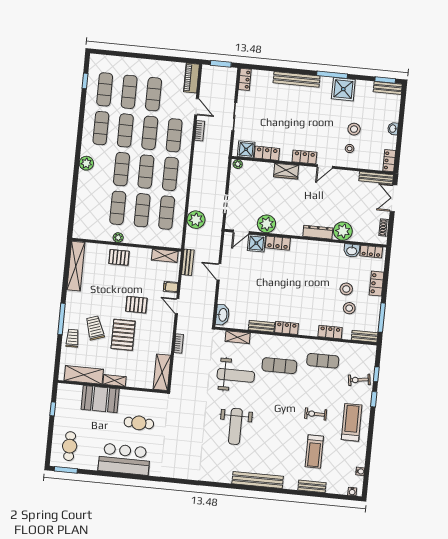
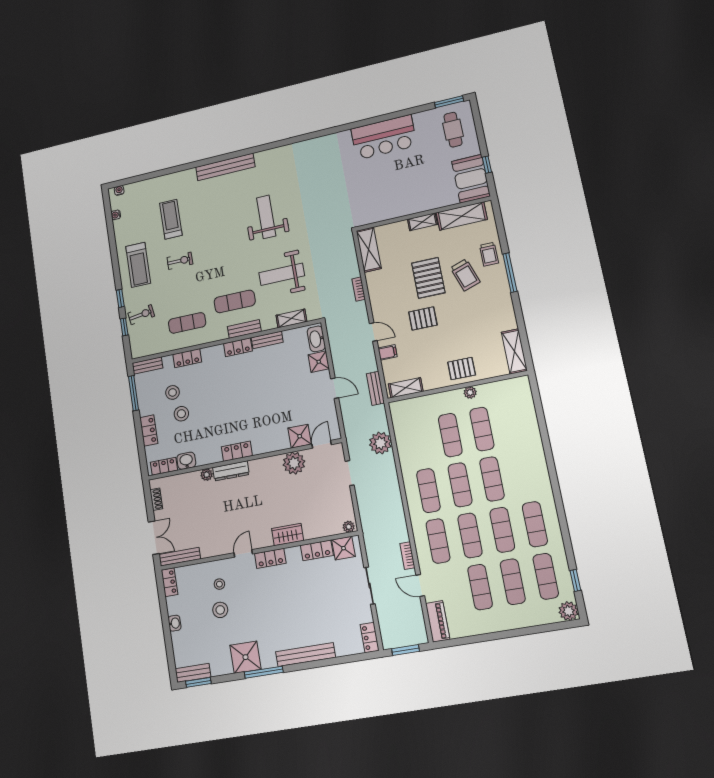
plant: (86, 163) -> (569, 611), moved
exercise mat: (167, 213) -> (419, 441), removed
plant: (343, 231) -> (207, 475), width x0.53, depth x0.53
locker: (278, 243) -> (237, 451), moved
shelving: (76, 266) -> (514, 351), width x0.68
shower: (226, 296) -> (319, 362), added
booth: (100, 399) -> (471, 179), moved, turned 90
cafe table: (139, 423) -> (379, 183), removed
bench: (312, 486) -> (244, 329), moved

